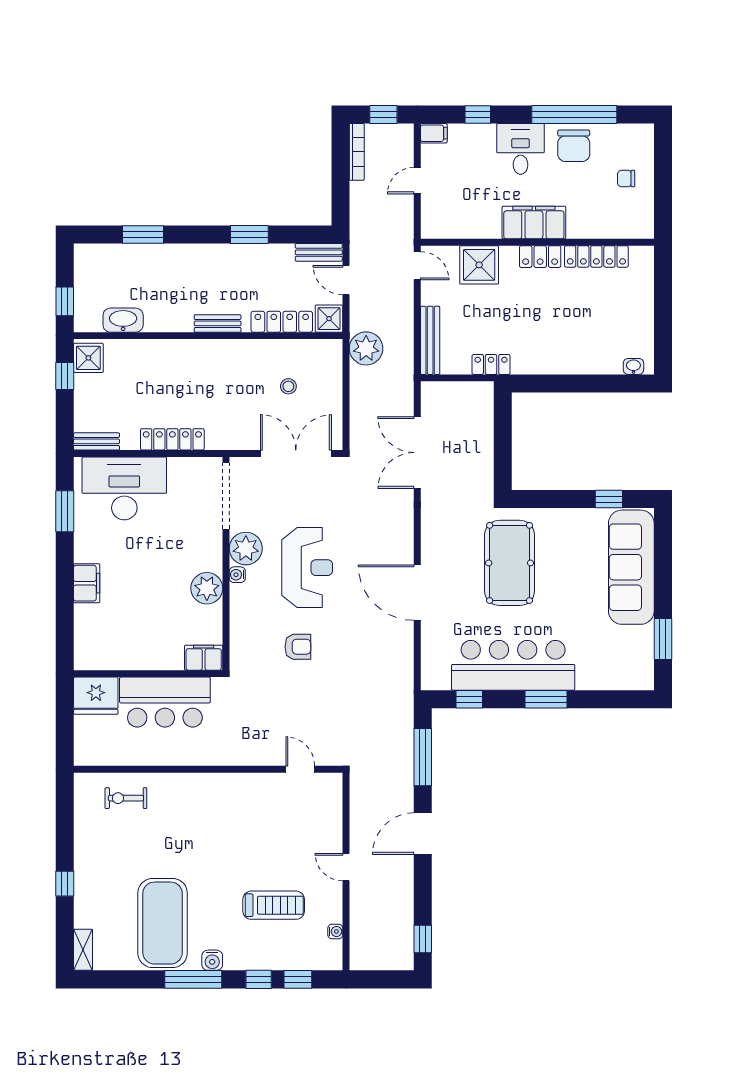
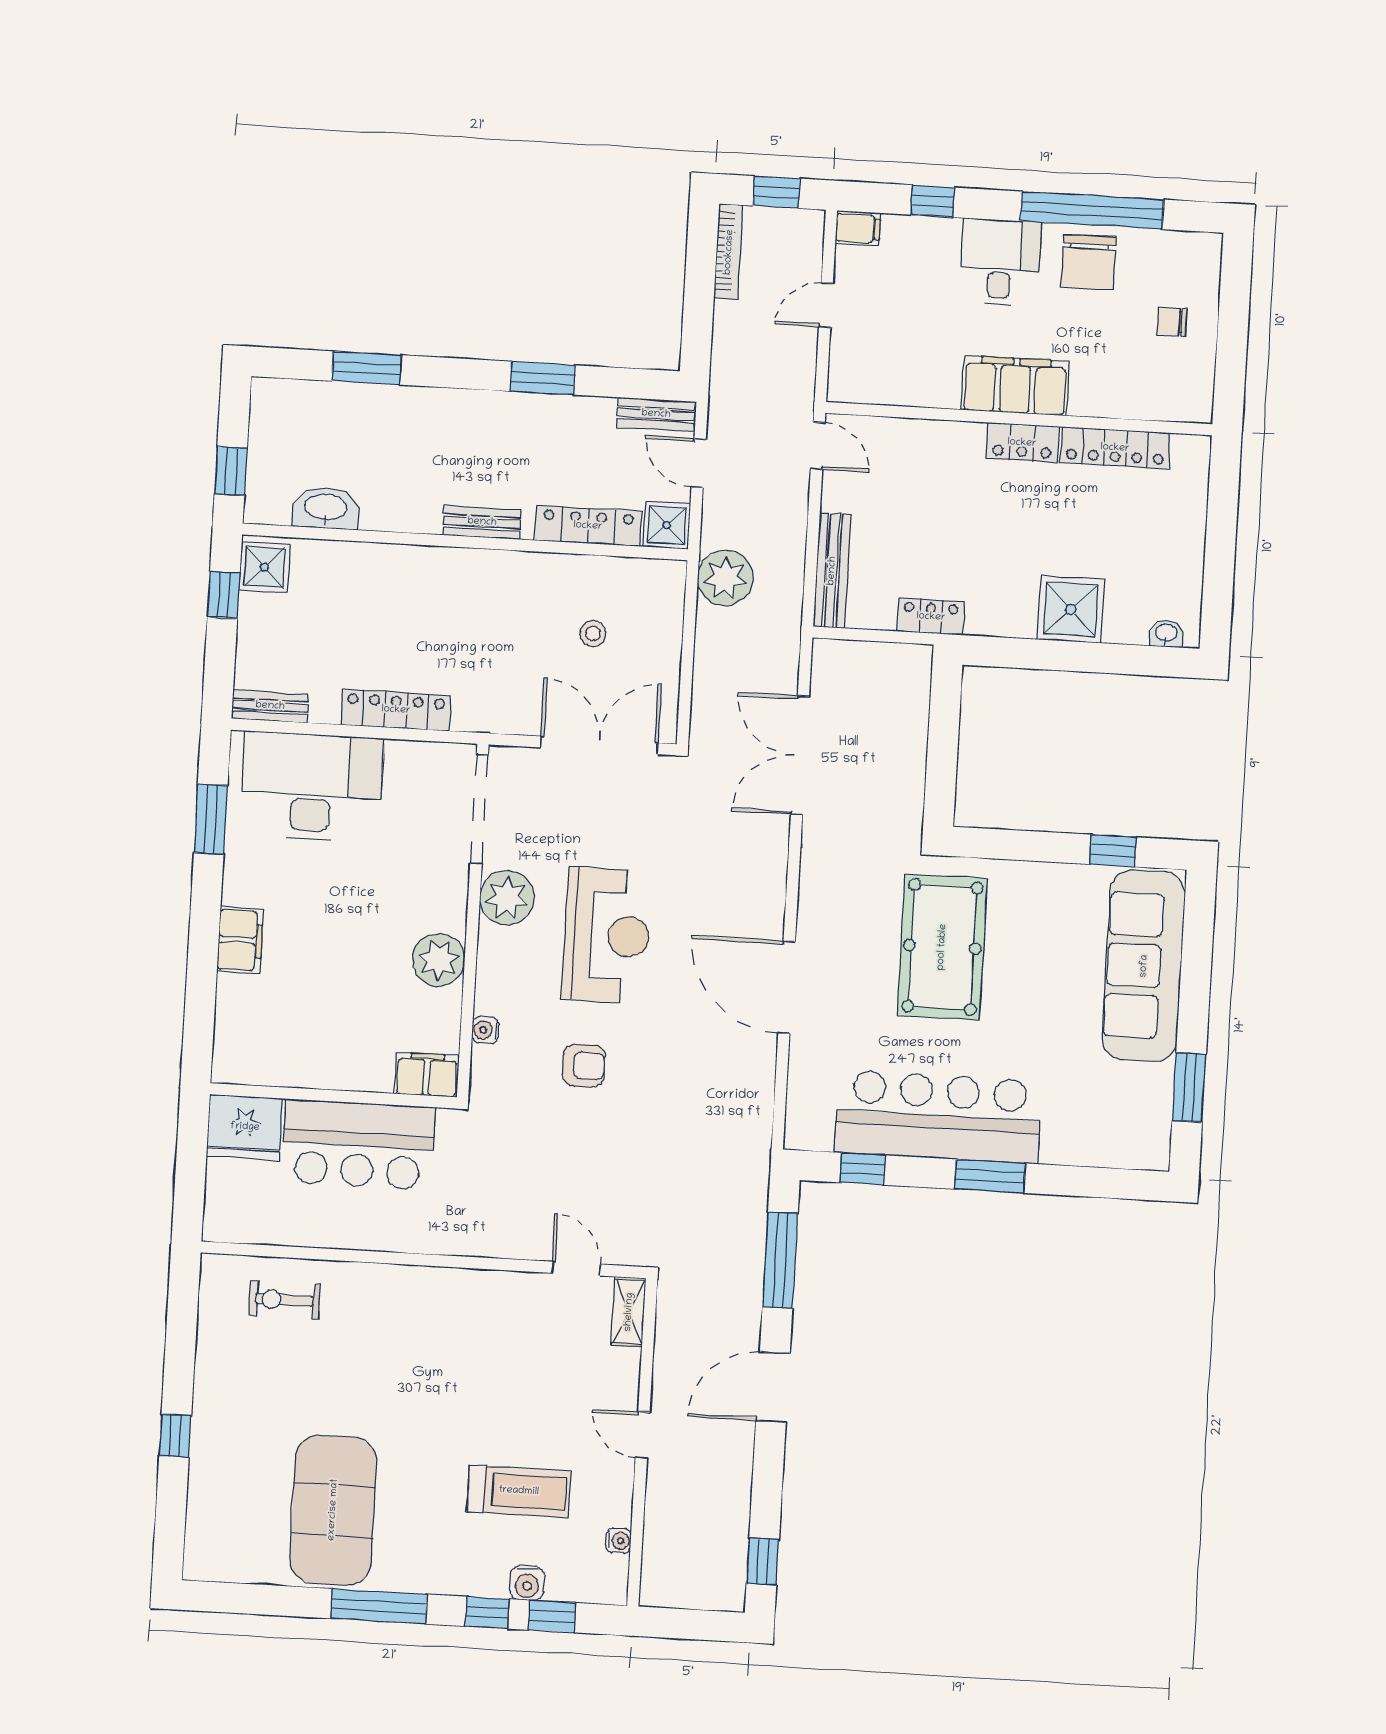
shower: (479, 265) -> (1071, 609), moved
water cooler: (237, 575) -> (485, 1030), moved
shelving: (83, 950) -> (629, 1312), moved
water cooler: (212, 960) -> (527, 1583), moved

